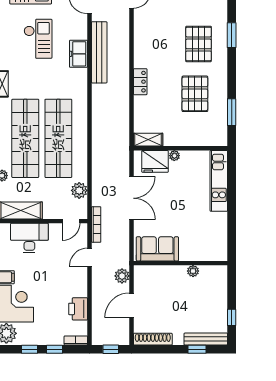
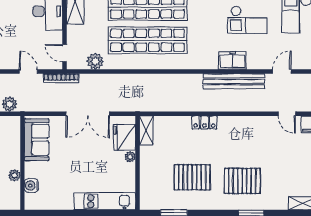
water cooler: (203, 254) -> (31, 186), added

